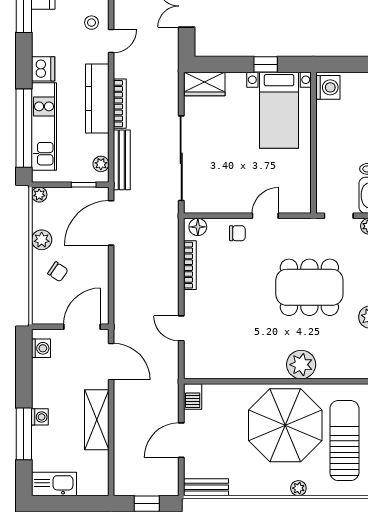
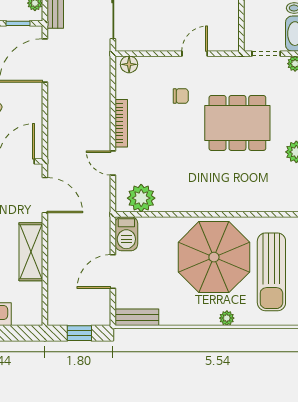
chair: (237, 233) -> (181, 96), moved
bookcase: (190, 265) -> (121, 123), moved
plant: (301, 365) -> (141, 198), moved
barbecue: (193, 396) -> (126, 234), width x1.38, depth x1.27
sun lounger: (344, 441) -> (271, 272), turned 180

